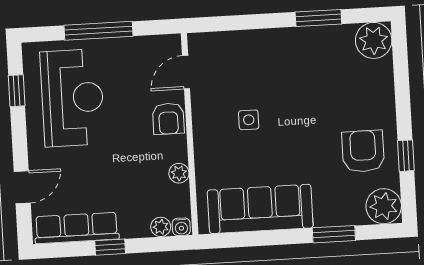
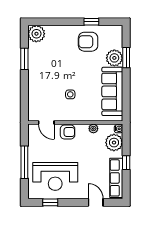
reception desk: (72, 98) -> (55, 176), turned 180
plant: (384, 206) -> (114, 58), moved
plant: (161, 227) -> (114, 143), width x1.87, depth x1.87

